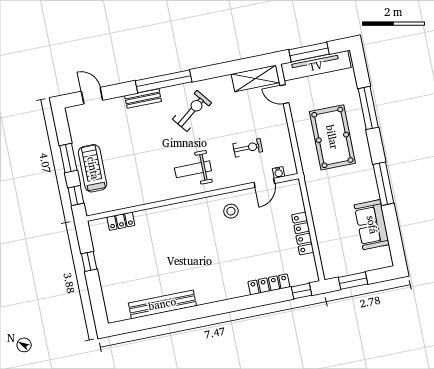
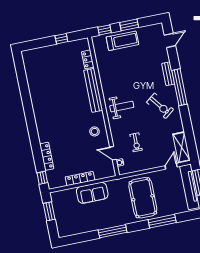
pool table: (332, 137) -> (143, 198), turned 90
weight bench: (193, 169) -> (122, 107), turned 90
sofa: (372, 225) -> (92, 193), moved, turned 180
bench: (162, 304) -> (93, 90), moved

